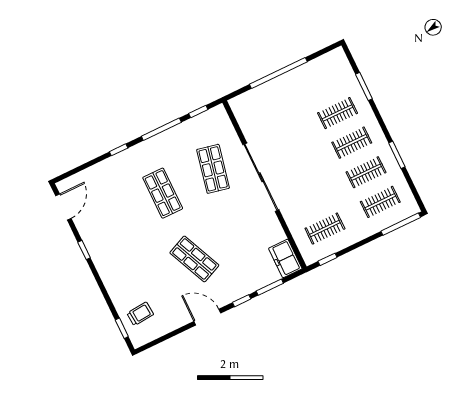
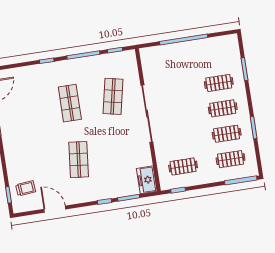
shop shelf: (194, 259) -> (79, 160), turned 30
door: (207, 317) -> (55, 209), moved

